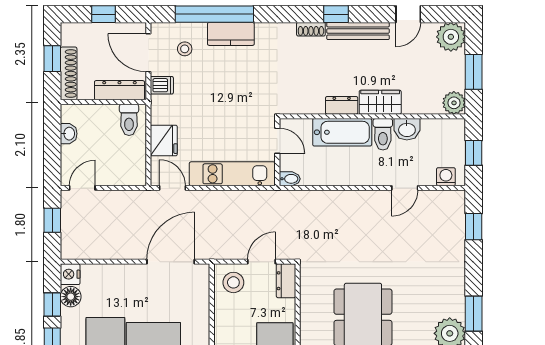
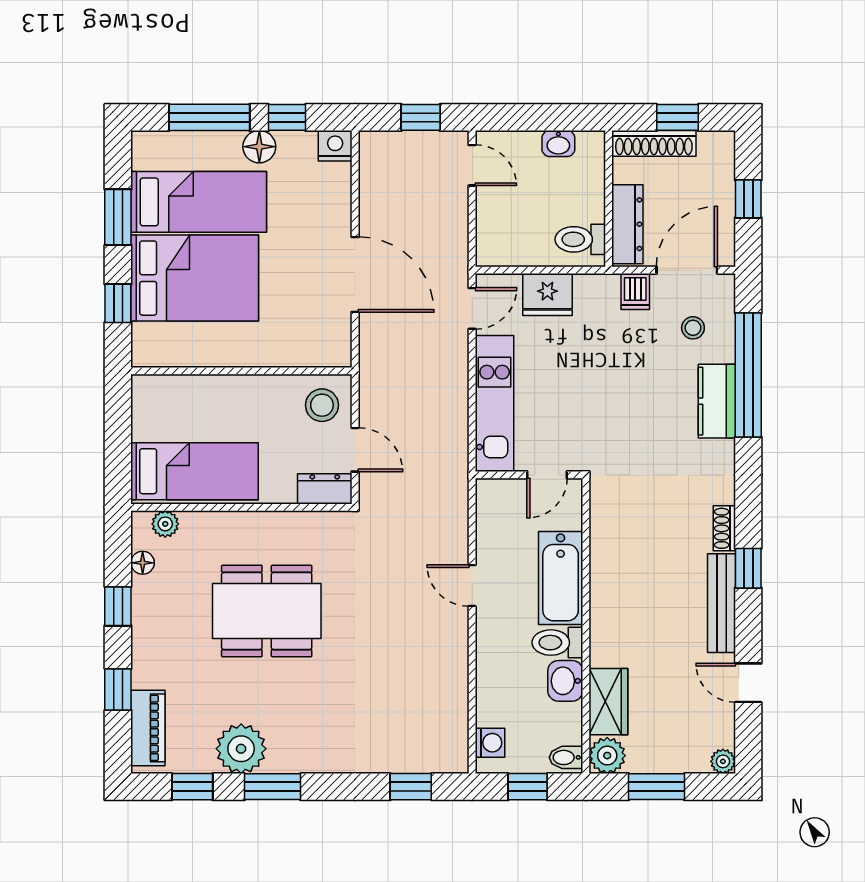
plant: (451, 37) -> (723, 761), width x0.53, depth x0.53
wardrobe: (380, 102) -> (608, 702), moved
dresser: (342, 105) -> (603, 577), removed
bidet: (290, 179) -> (566, 757), moved, turned 90
door: (405, 188) -> (472, 586), moved
door: (171, 262) -> (355, 274), moved
floor lamp: (71, 297) -> (259, 147), moved

